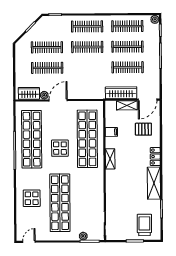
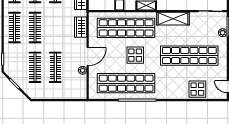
wardrobe: (29, 93) -> (81, 27), moved
door: (58, 100) -> (88, 57), swing flipped
shelving: (97, 186) -> (173, 19), added
display table: (32, 198) -> (197, 89), moved

